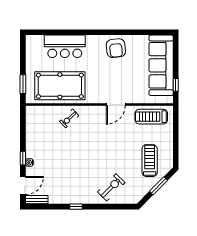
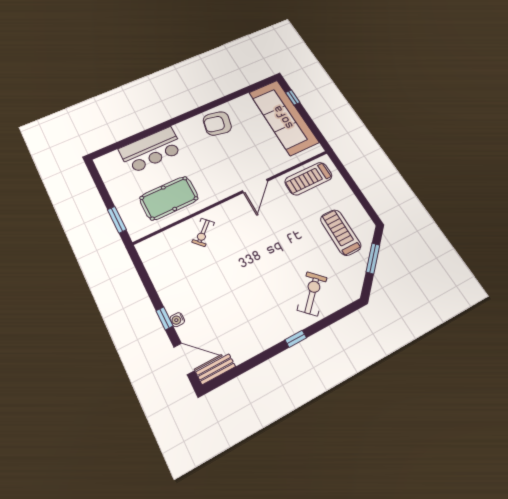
armchair: (116, 48) -> (217, 123), turned 108
window: (176, 85) -> (293, 97), moved
pool table: (60, 86) -> (169, 198), width x0.73, depth x0.76
door: (23, 186) -> (184, 359), hinge flipped
window: (76, 207) -> (296, 339), moved

